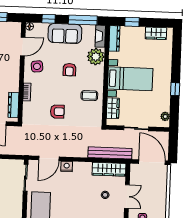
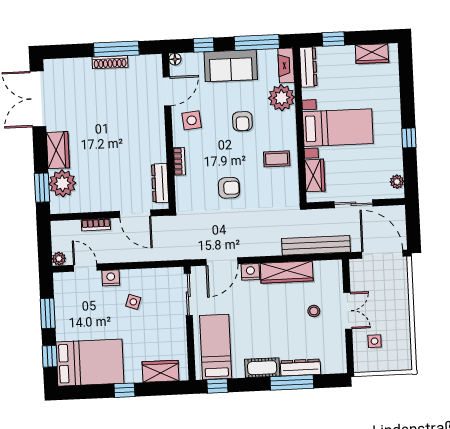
wardrobe: (109, 169) -> (287, 272), moved

